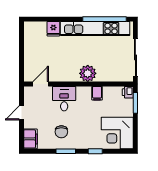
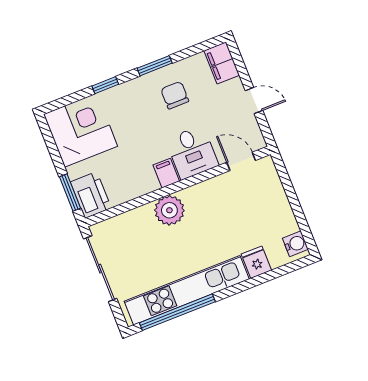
water cooler: (29, 30) -> (295, 244), added
door: (41, 84) -> (241, 161), swing flipped
printer: (128, 92) -> (91, 195), width x1.87, depth x1.48
filing cabinet: (97, 93) -> (166, 173), moved
door: (22, 113) -> (254, 101), hinge flipped

